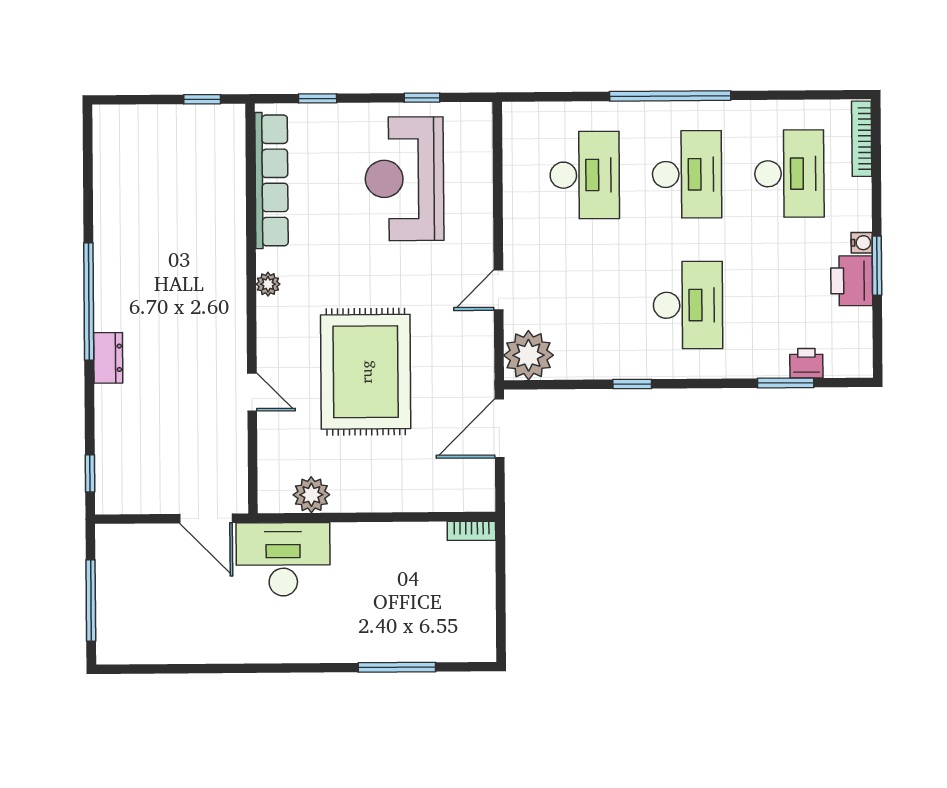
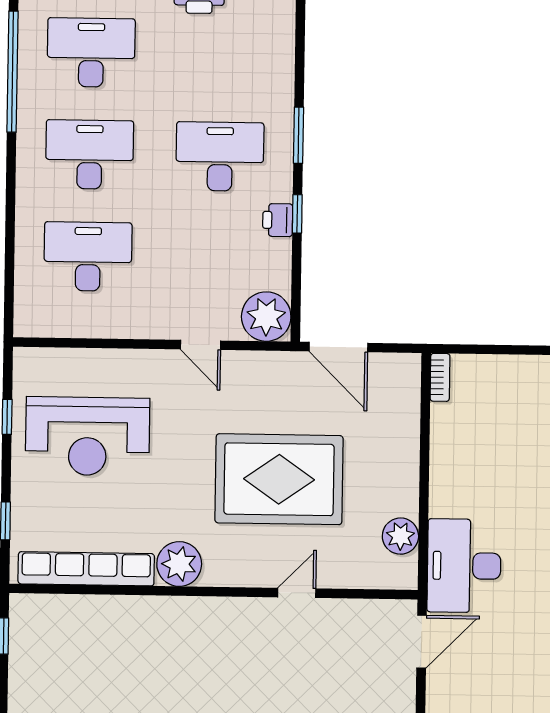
window: (670, 96) -> (13, 72), moved
plant: (268, 284) -> (179, 564), width x1.88, depth x1.88
printer: (806, 363) -> (278, 220), moved
window: (786, 383) -> (299, 135), moved

